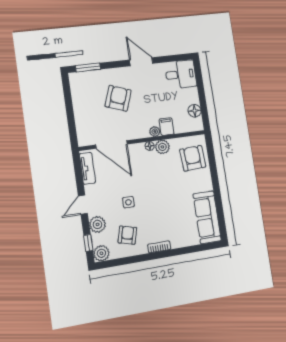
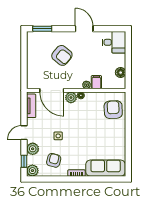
armchair: (118, 98) -> (62, 55), turned 109
plant: (162, 147) -> (71, 98), moved
sofa: (207, 217) -> (106, 168), moved, turned 90

